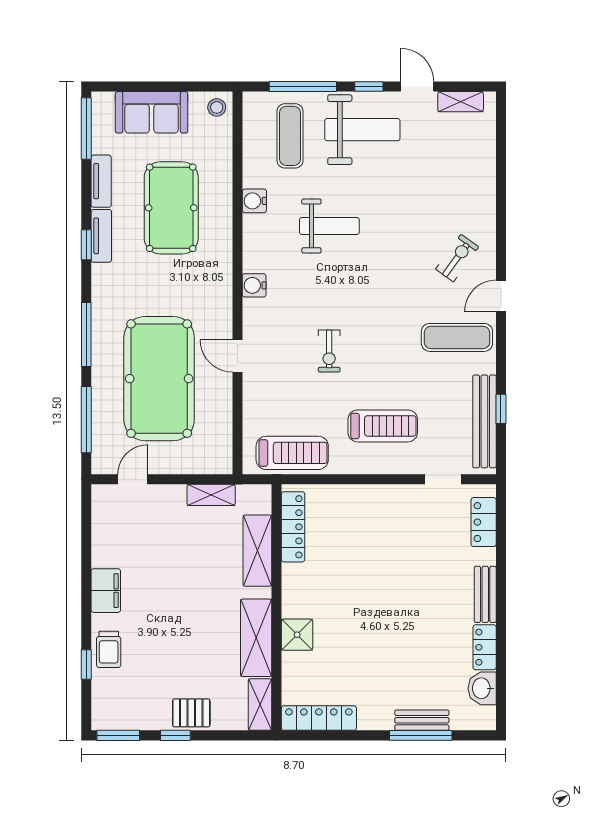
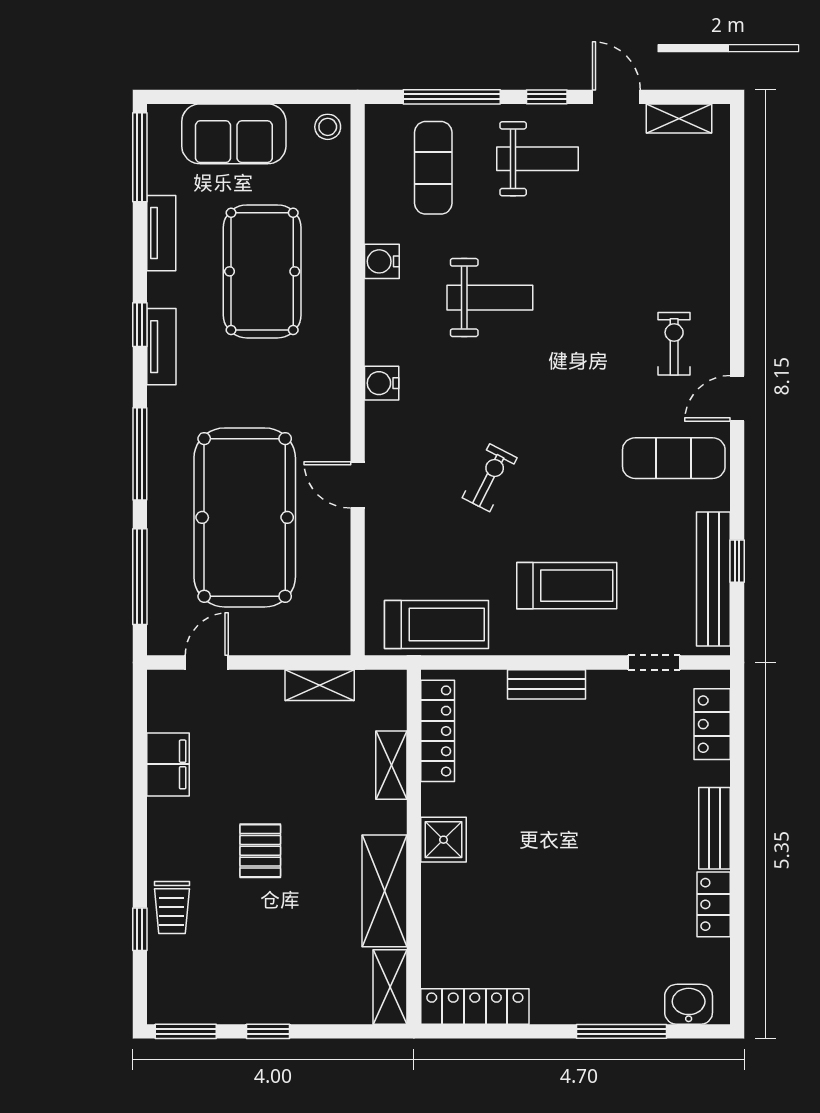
weight bench: (362, 130) -> (537, 159), width x0.73, depth x0.75
tv unit: (101, 236) -> (161, 347), moved
exercise bike: (457, 258) -> (674, 344), turned -36
exercise bike: (329, 351) -> (490, 478), turned -153
shelving: (257, 551) -> (391, 765), width x0.67, depth x0.75
filing cabinet: (106, 591) -> (168, 764), moved
shower: (297, 635) -> (443, 840), moved
washbasin: (482, 688) -> (689, 1004), moved, turned 90
pallet: (191, 713) -> (260, 851), moved, turned 90
bench: (422, 720) -> (546, 684), moved

